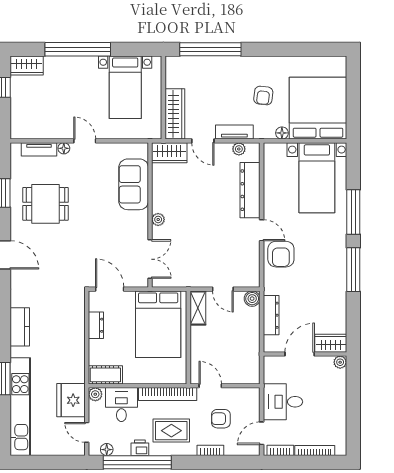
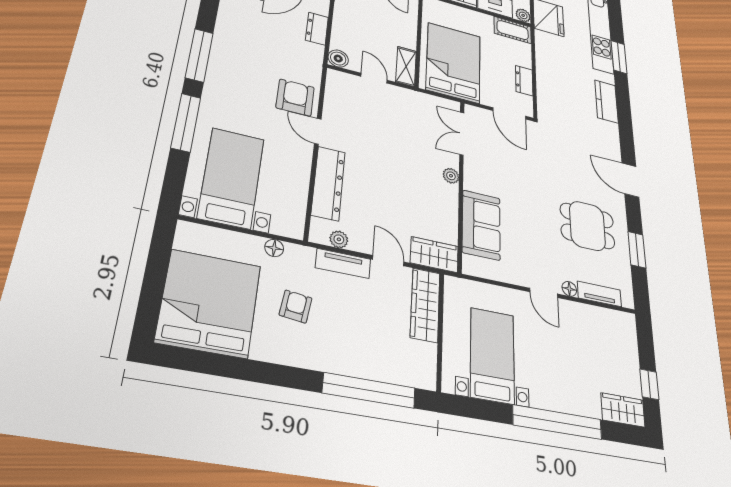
bed: (318, 108) -> (209, 303), moved, turned 180
dresser: (271, 315) -> (317, 29), width x0.70

